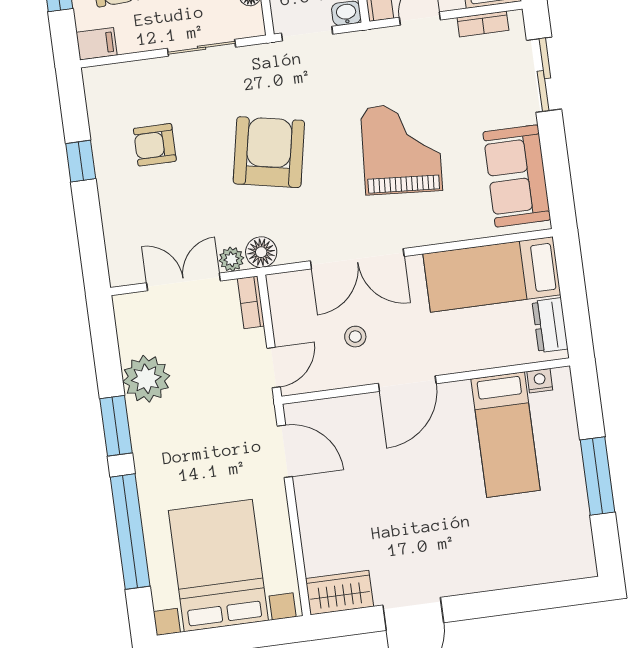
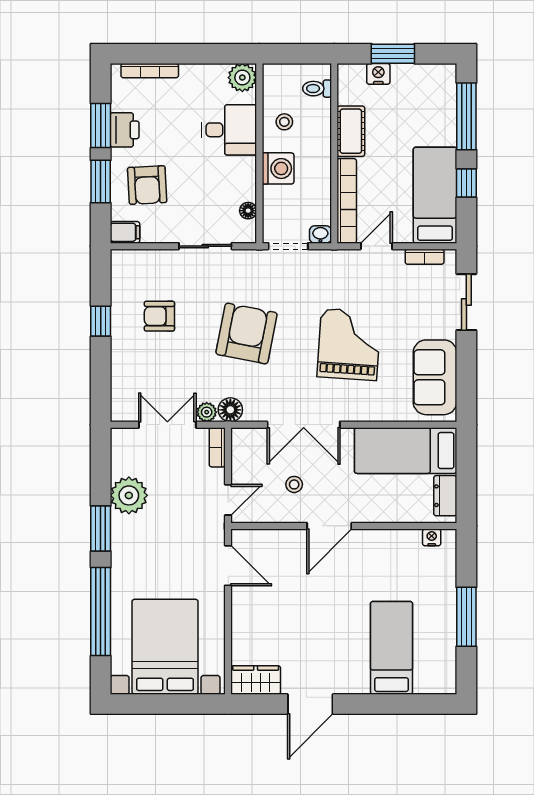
bed: (506, 435) -> (392, 648), moved, turned 180

